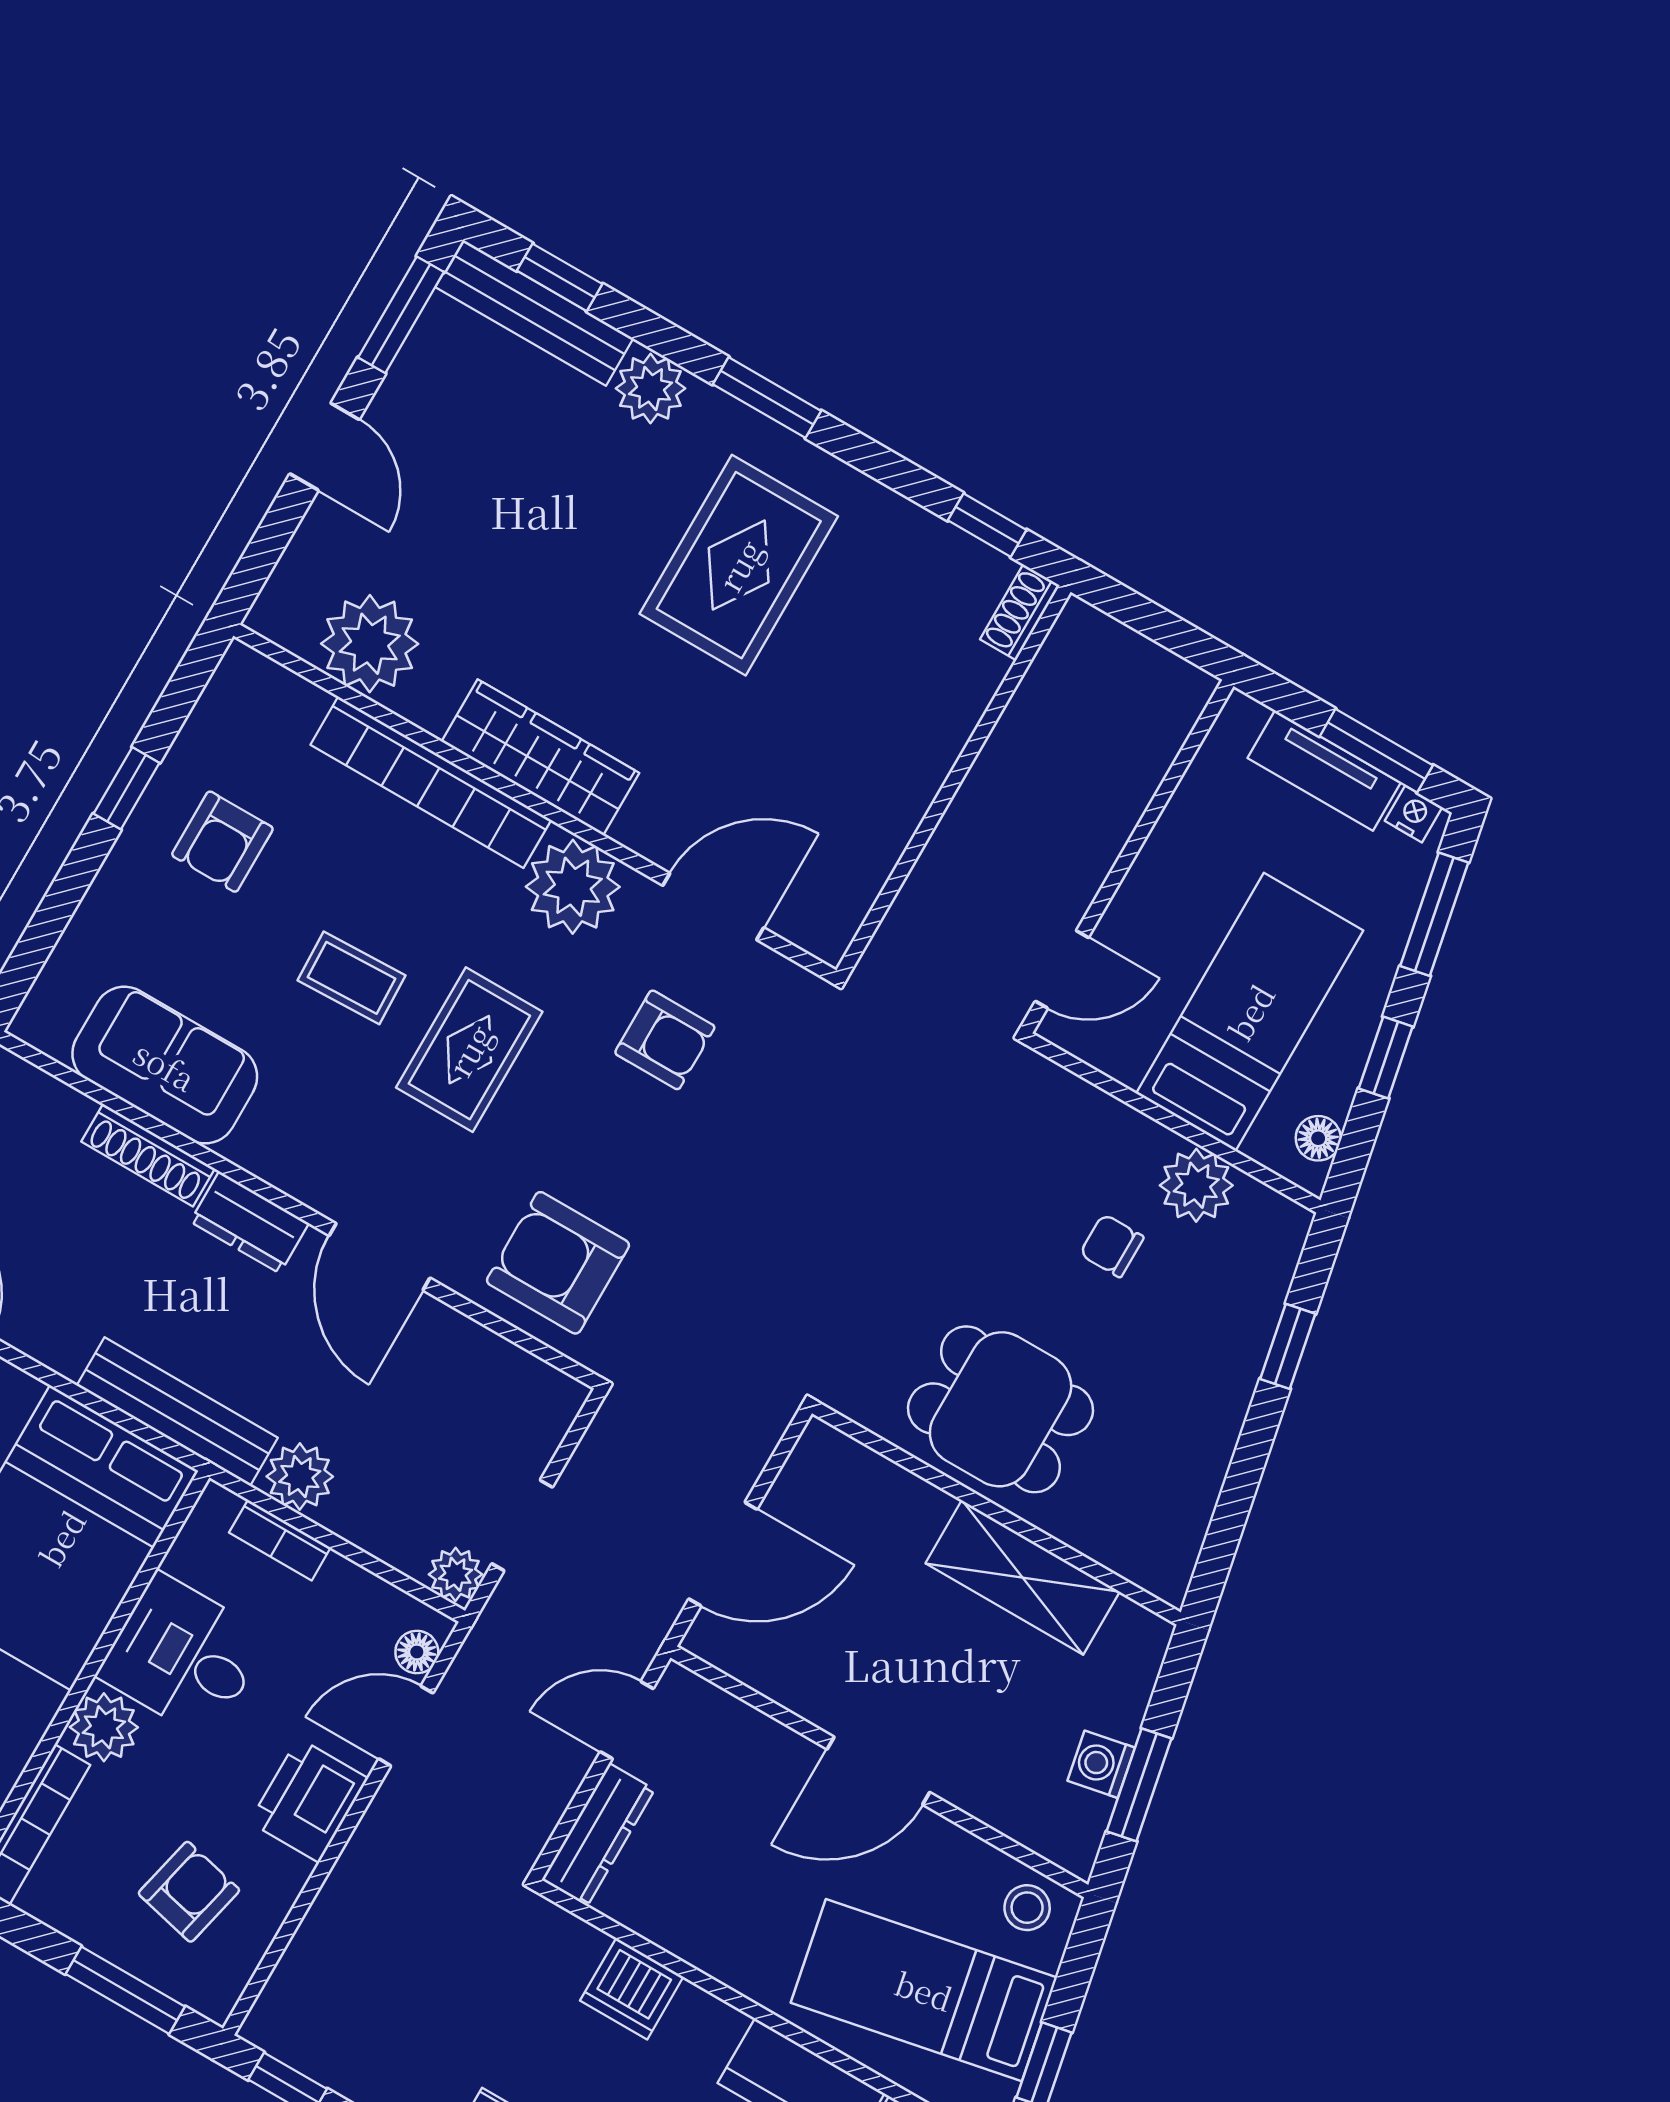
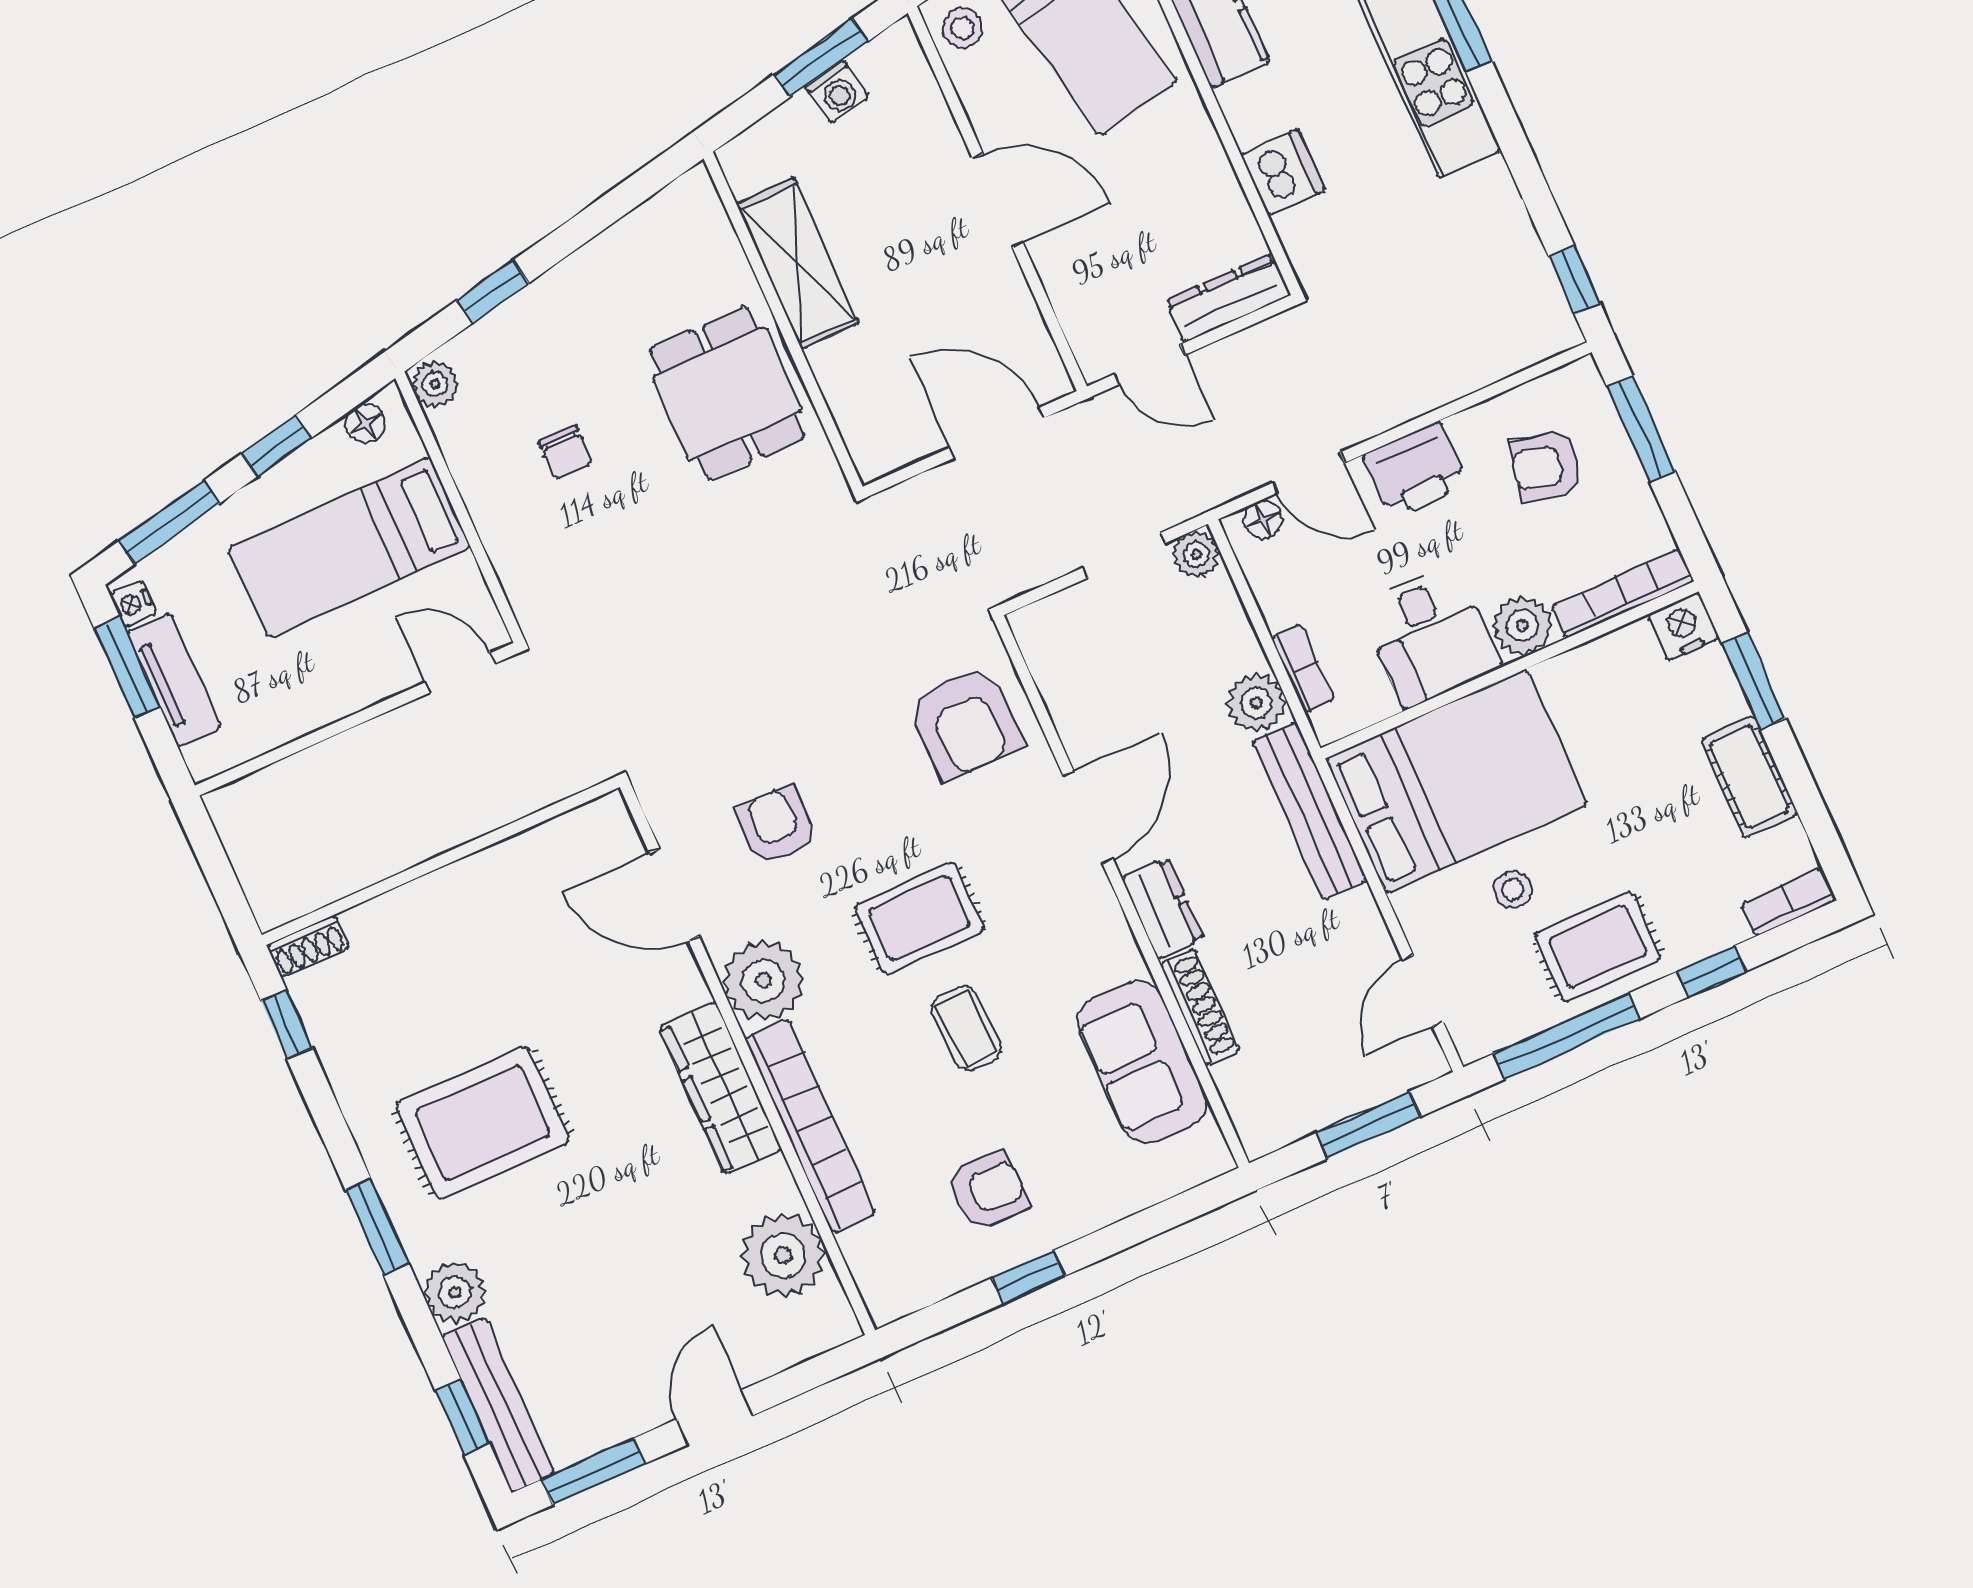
plant: (1196, 1185) -> (435, 384), moved, width x0.73, depth x0.73

